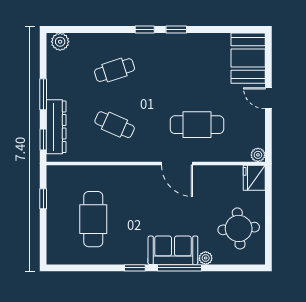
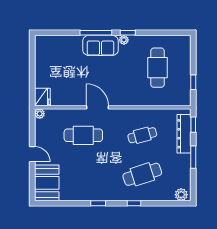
window: (145, 29) -> (134, 203), moved
cafe table: (115, 70) -> (142, 174), width x1.37, depth x1.35
cafe table: (115, 125) -> (142, 135), turned -39
round table: (239, 228) -> (53, 61), removed
plant: (206, 258) -> (124, 40), moved

